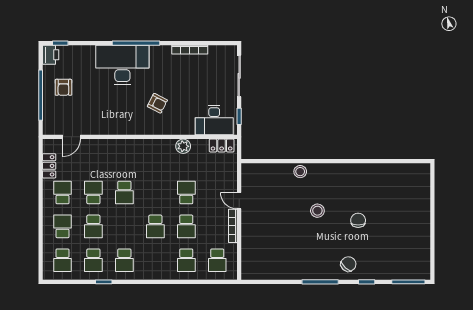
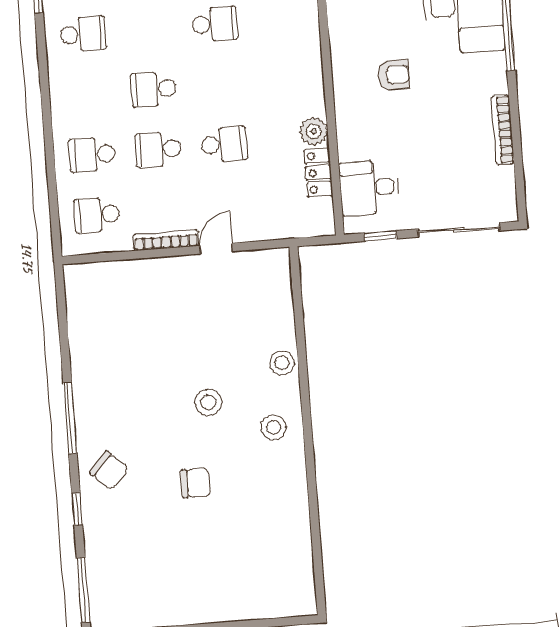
armchair: (157, 103) -> (394, 75), turned -117
desk: (214, 120) -> (369, 188), width x0.73
locker: (222, 146) -> (318, 173), moved
stool: (333, 178) -> (274, 428), added
school desk: (124, 193) -> (215, 24), turned 180
school desk: (124, 260) -> (83, 34), turned 180

